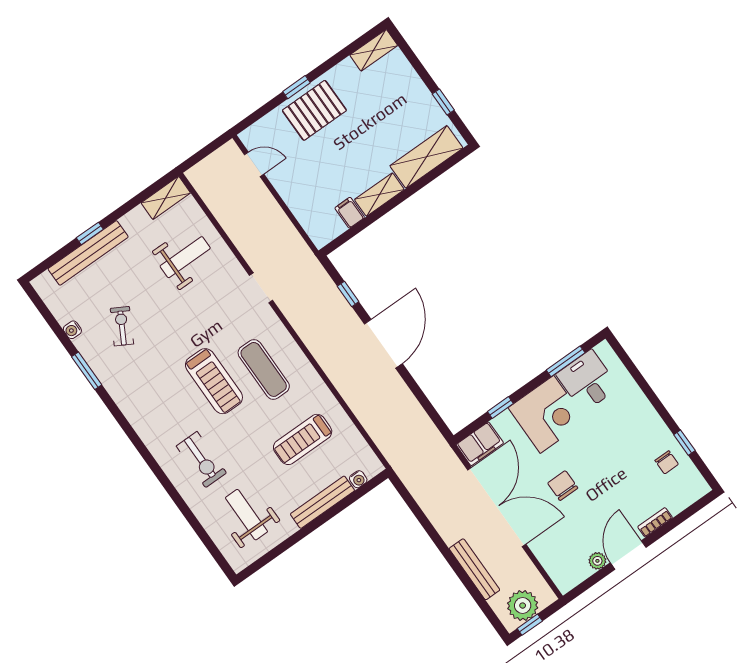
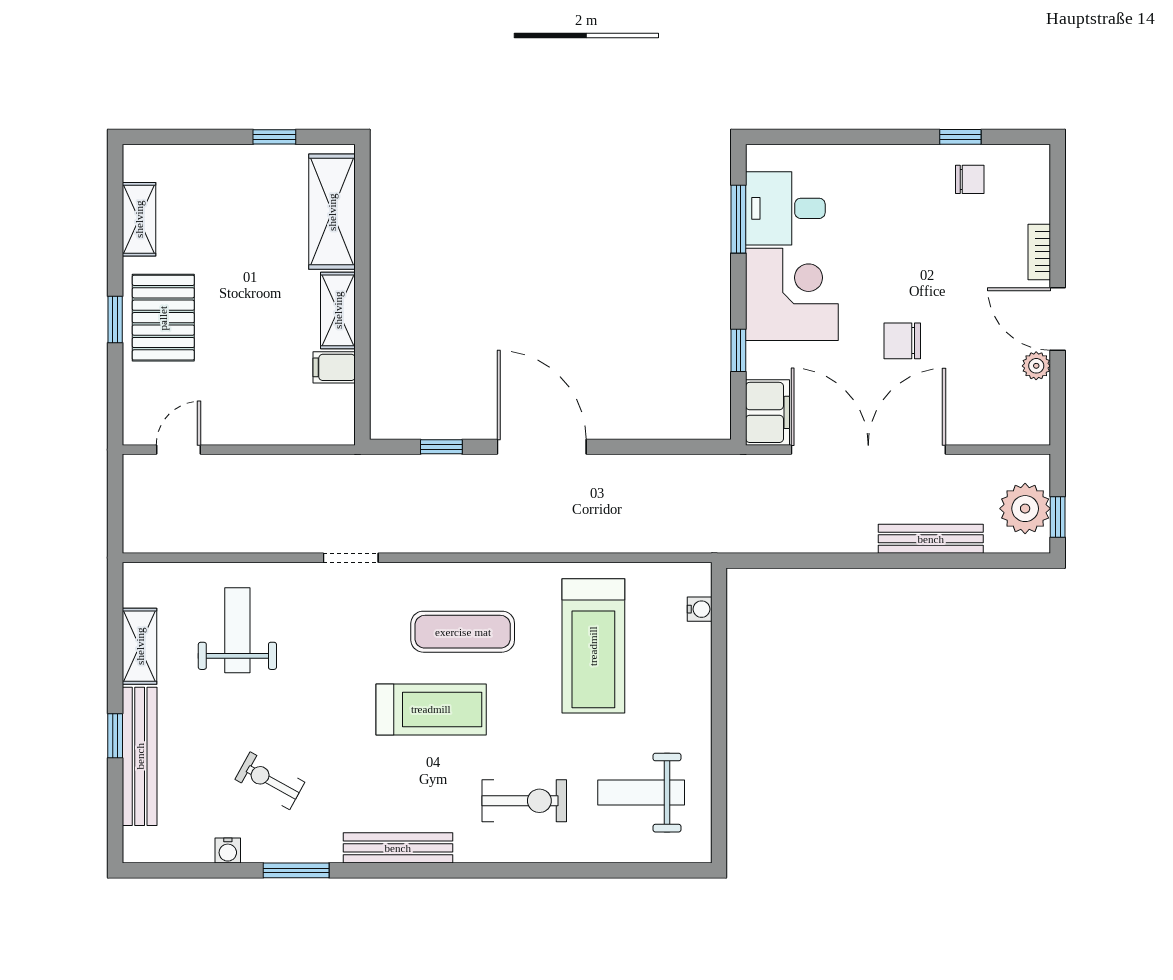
shelving: (374, 50) -> (139, 219), moved
shelving: (166, 198) -> (140, 646), moved
treadmill: (303, 439) -> (593, 646), width x1.37, depth x1.38
bench: (322, 502) -> (398, 848), moved, turned 90

